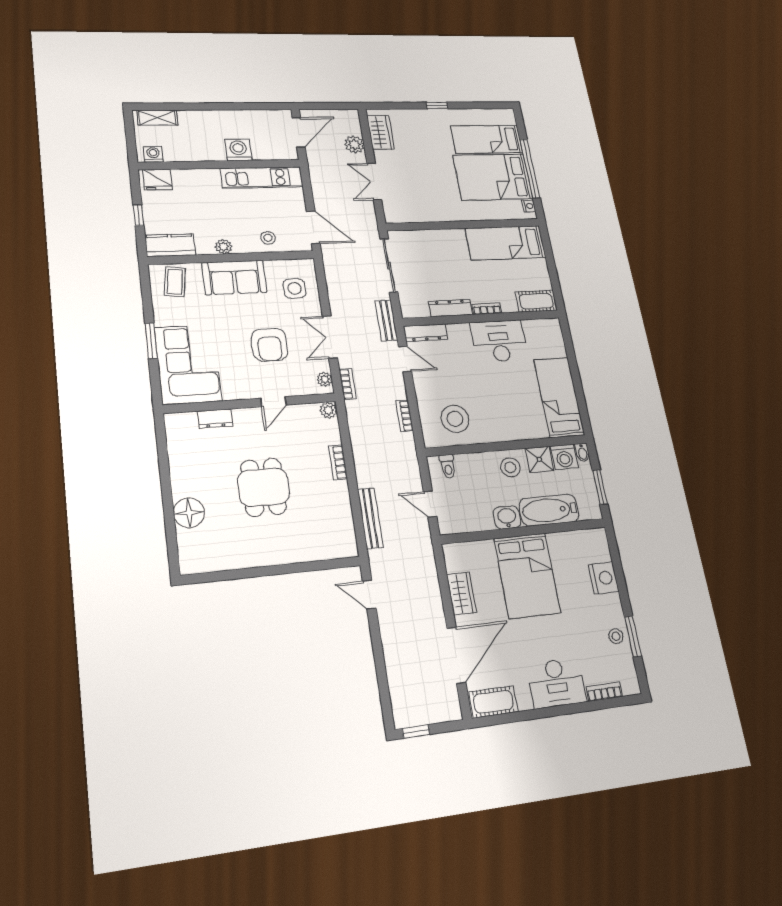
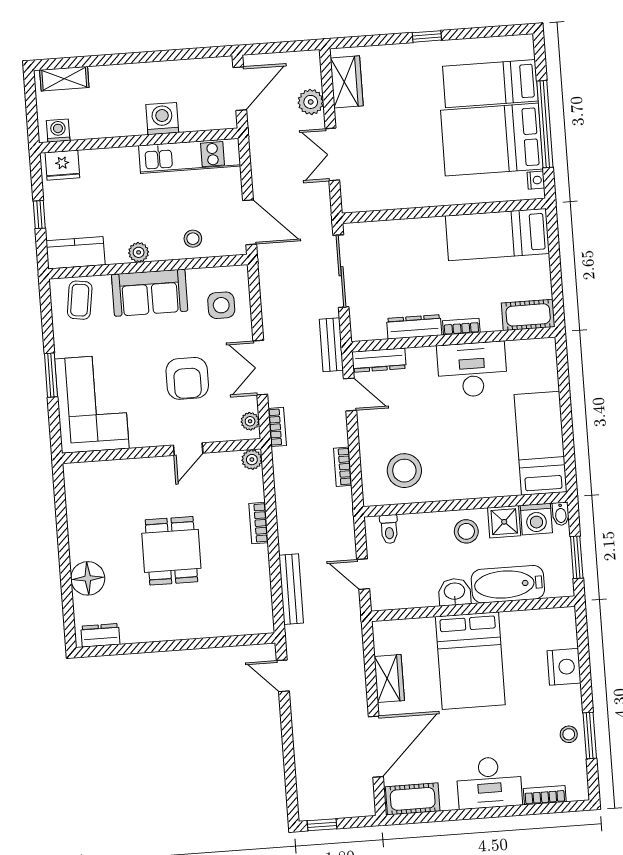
dresser: (215, 419) -> (100, 635), moved, turned 180

